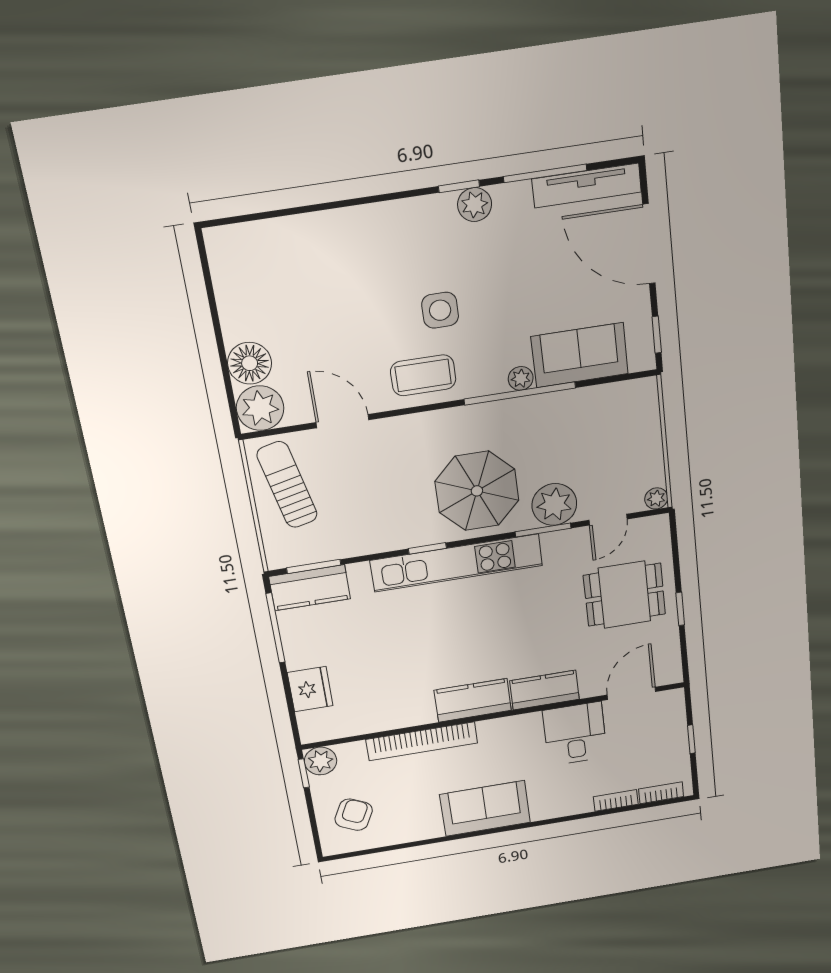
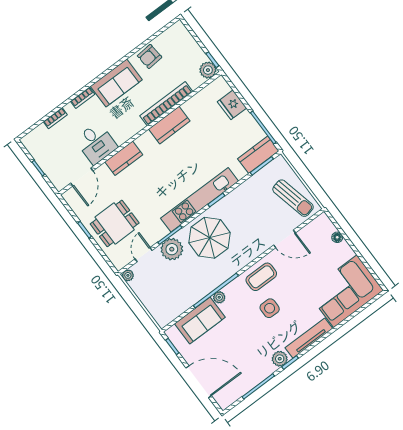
tv unit: (587, 185) -> (309, 338), moved
corner sofa: (278, 266) -> (345, 291), added
floor lamp: (250, 363) -> (337, 237), width x0.53, depth x0.53
plant: (260, 408) -> (322, 227), removed
kitchen counter: (473, 700) -> (169, 125), moved
bookcase: (661, 793) -> (83, 98), moved
armchair: (354, 815) -> (150, 56), moved, turned 59

